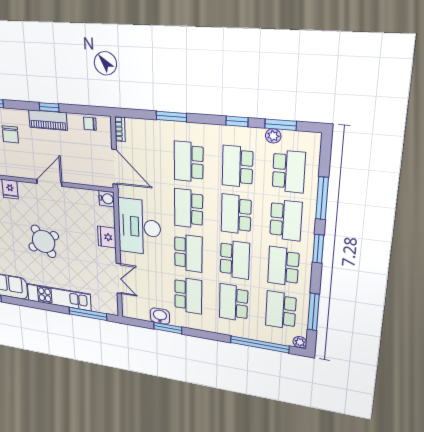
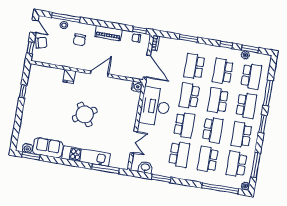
window: (49, 107) -> (140, 30), moved
fridge: (107, 237) -> (131, 113), removed
washbasin: (160, 316) -> (145, 167), moved

